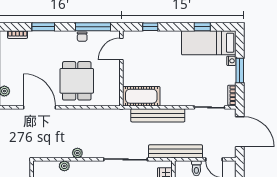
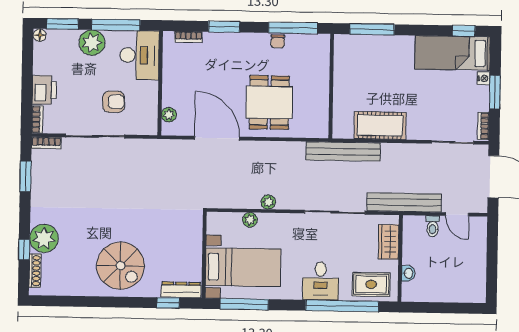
window: (150, 27) -> (372, 29), width x2.17
window: (202, 27) -> (464, 31), moved
door: (121, 49) -> (332, 59), removed
cot: (141, 96) -> (380, 126), moved
bench: (158, 115) -> (343, 151), moved

